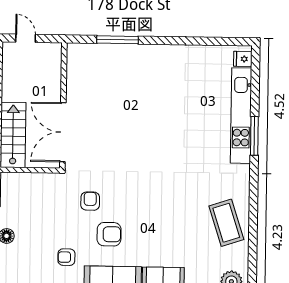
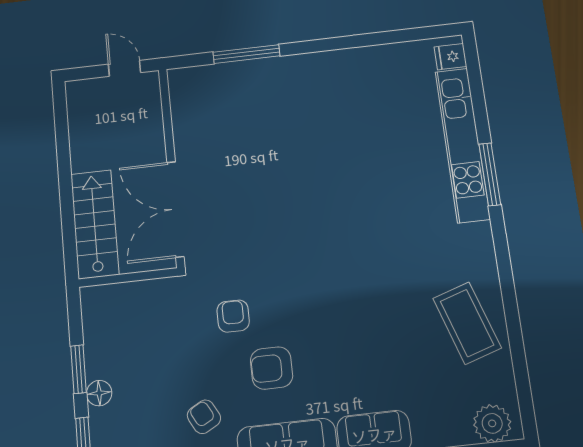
door: (26, 38) -> (124, 68), moved
armchair: (109, 234) -> (272, 368), turned 180
armchair: (66, 257) -> (204, 417), turned 61

